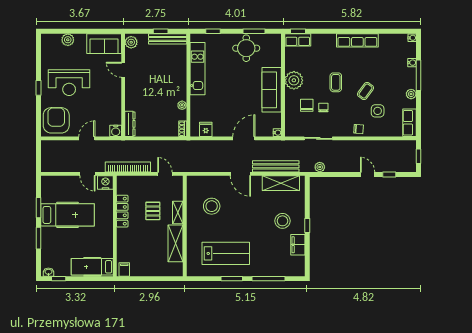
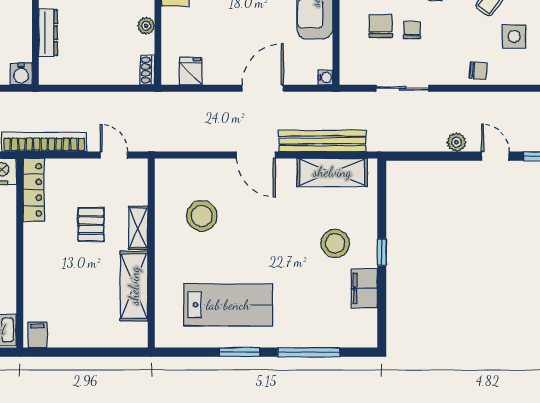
dresser: (130, 124) -> (48, 33), moved
plant: (320, 167) -> (456, 142), moved
locker: (122, 211) -> (34, 190), moved

